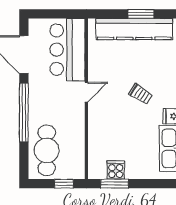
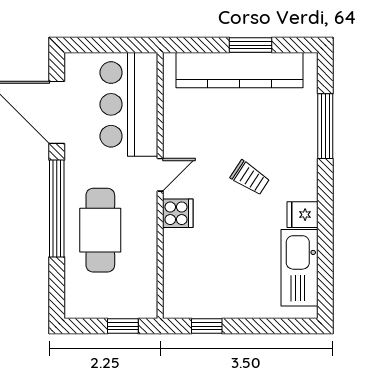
cafe table: (47, 150) -> (100, 230), moved
cooker: (116, 170) -> (178, 213), moved, turned 90
window: (114, 184) -> (207, 326), width x0.67

